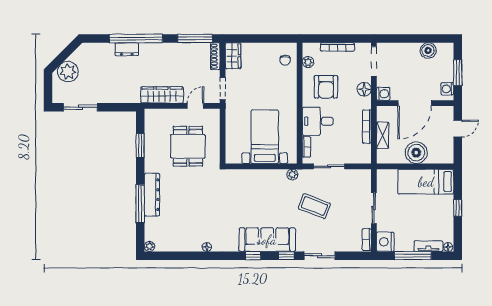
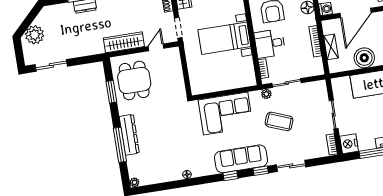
bed with nightstands: (265, 137) -> (224, 38), moved, turned -90
dining table: (188, 146) -> (134, 80), moved
plant: (292, 175) -> (266, 94), moved
corner sofa: (259, 188) -> (226, 114), added

